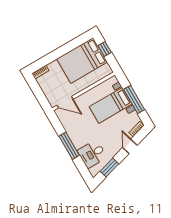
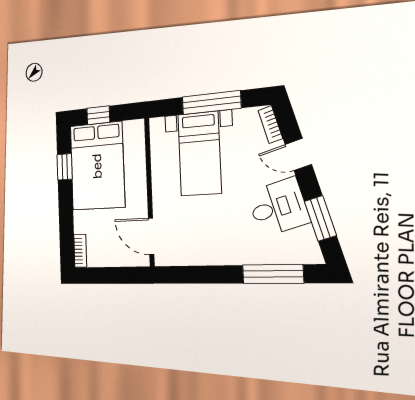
window: (74, 44) -> (65, 167), added
door: (65, 102) -> (151, 236), swing flipped
window: (69, 146) -> (273, 274), moved
desk: (92, 154) -> (278, 207), moved, turned -106

